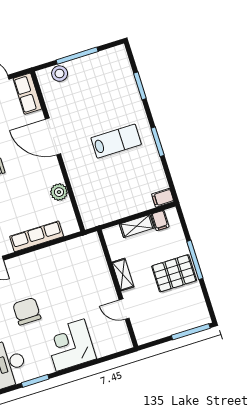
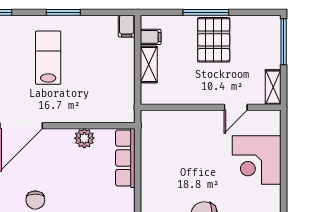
row of seats: (37, 236) -> (125, 158), moved
shelving: (123, 275) -> (273, 87), moved, turned 90
corner desk: (70, 345) -> (257, 160), moved

